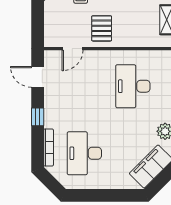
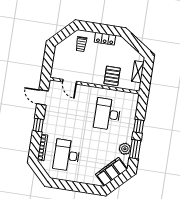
pallet: (102, 28) -> (112, 76), moved
door: (72, 49) -> (70, 82), hinge flipped

